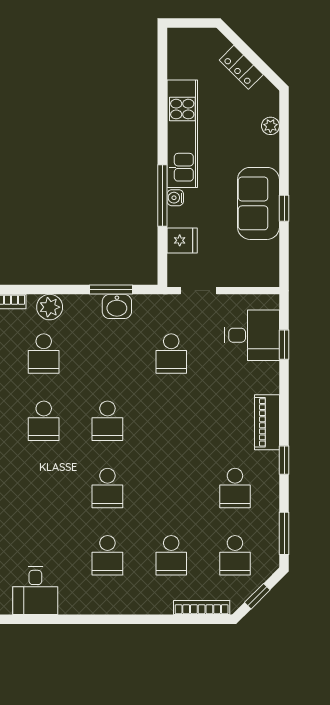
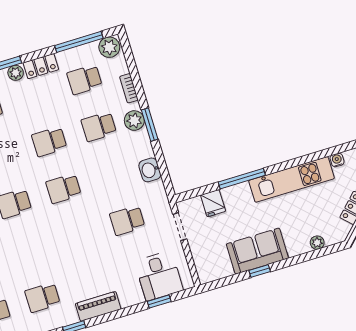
water cooler: (175, 198) -> (337, 160), moved
window: (111, 290) -> (150, 125), moved

